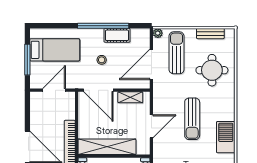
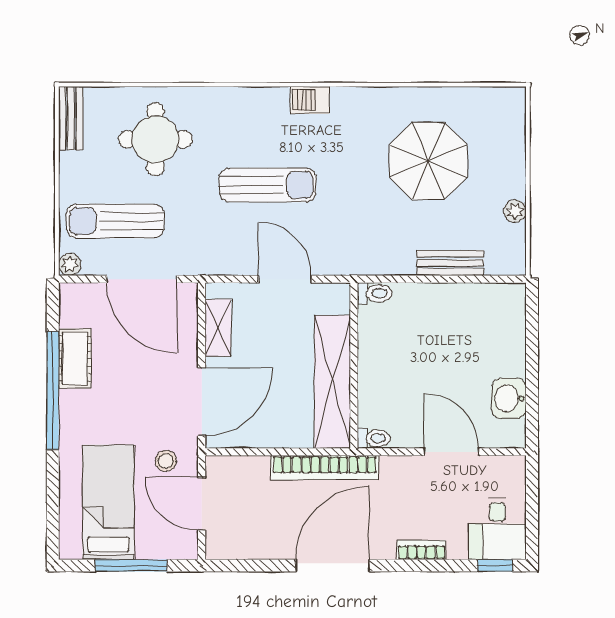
bench: (210, 34) -> (71, 118), moved
stool: (102, 60) -> (166, 461), moved
barbecue: (226, 137) -> (310, 100), width x0.53, depth x0.65

